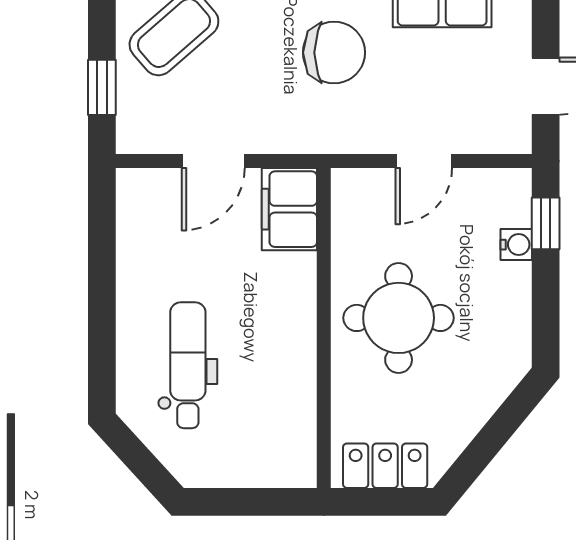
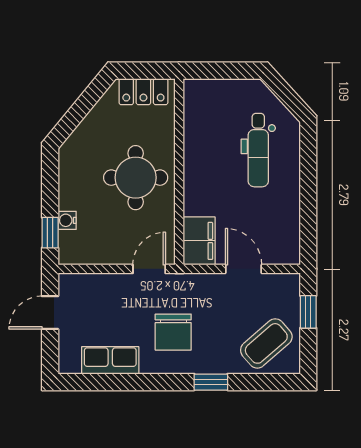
chair: (334, 53) -> (173, 332), turned -90
door: (213, 161) -> (243, 269), hinge flipped
door: (424, 161) -> (149, 269), moved

